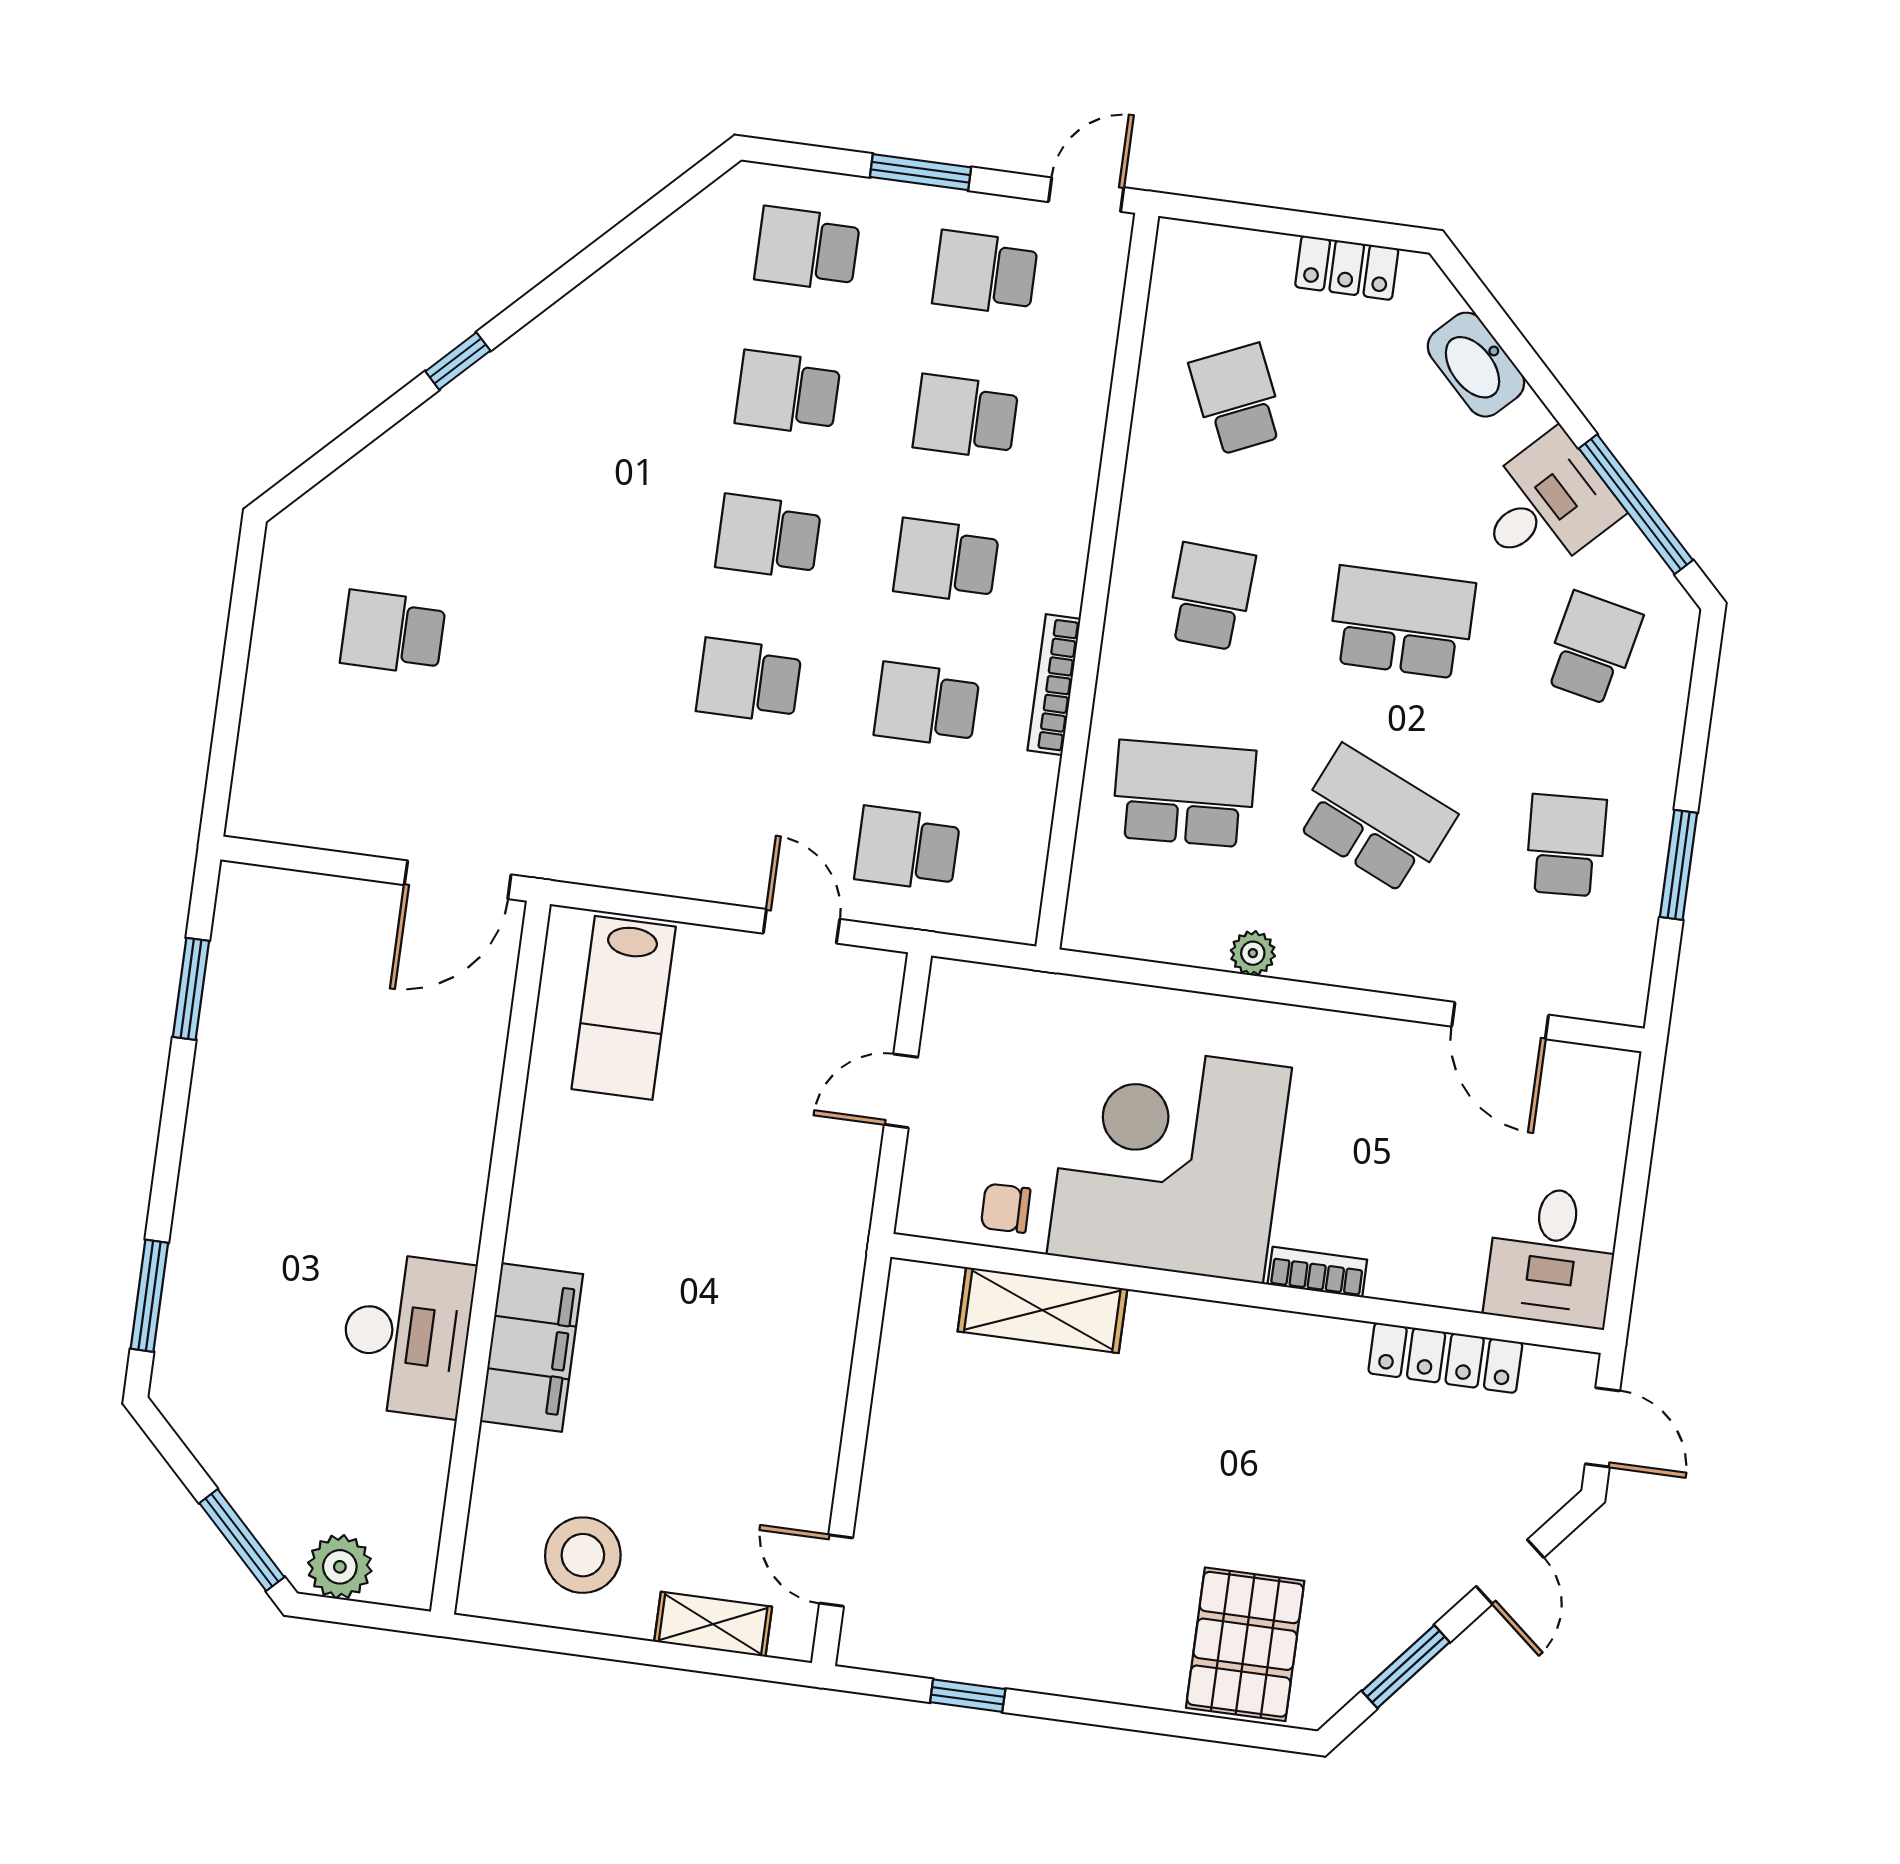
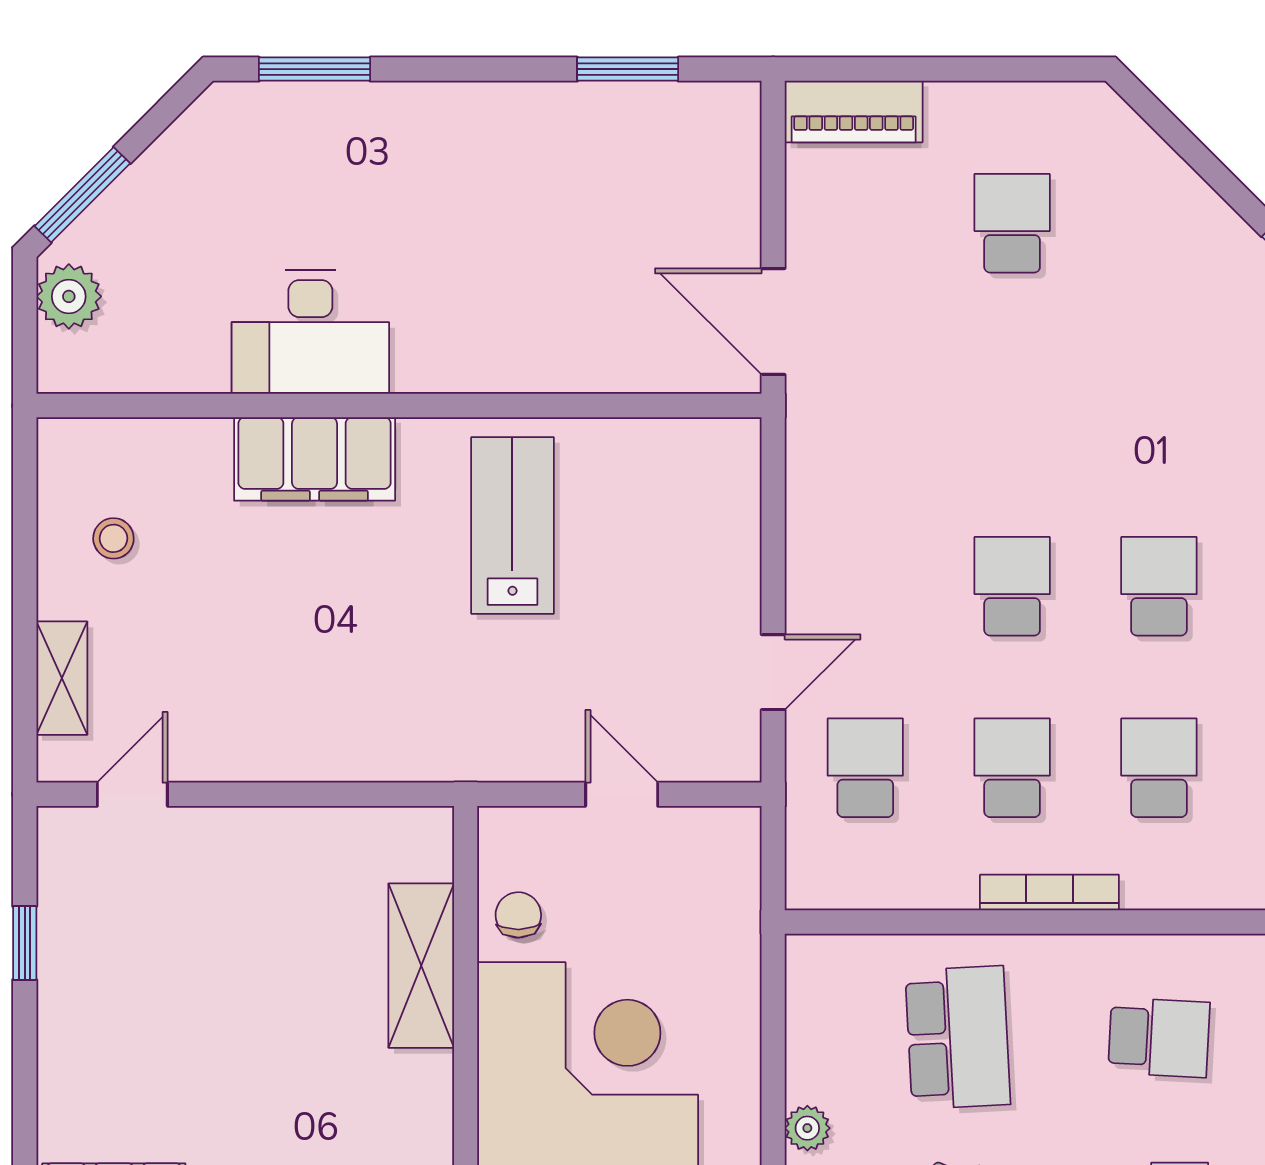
piano: (262, 773) -> (854, 111), added
lab bench: (624, 1008) -> (512, 525), moved, turned 90
stool: (583, 1555) -> (113, 538), width x0.53, depth x0.53

